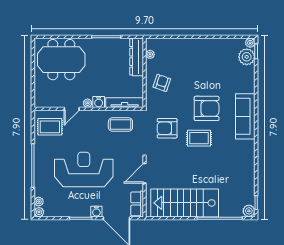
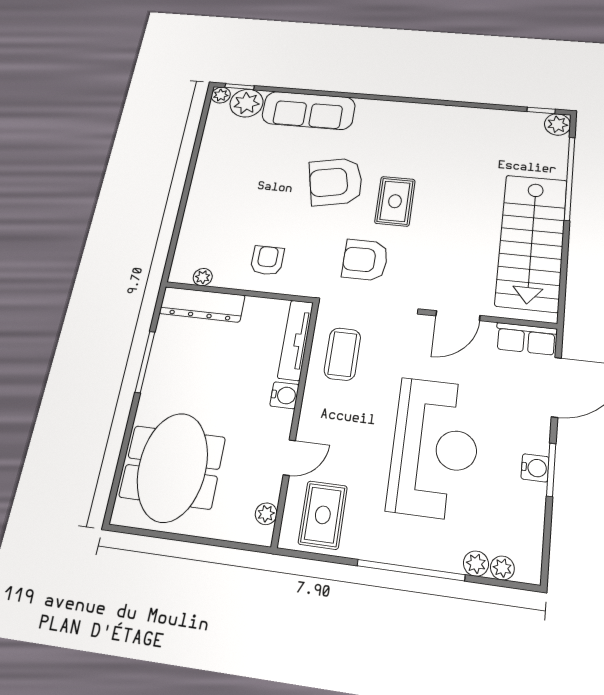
armchair: (162, 83) -> (267, 260), turned 71
plant: (88, 103) -> (266, 514), moved
armchair: (207, 108) -> (336, 182), turned -102
door: (72, 109) -> (289, 458), hinge flipped
sofa: (245, 116) -> (308, 110), moved
armchair: (167, 128) -> (365, 260), turned 90
reception desk: (84, 170) -> (435, 448), turned 180
door: (145, 173) -> (458, 316), hinge flipped
plant: (39, 212) -> (476, 564), moved
water cooler: (96, 212) -> (535, 468), moved

